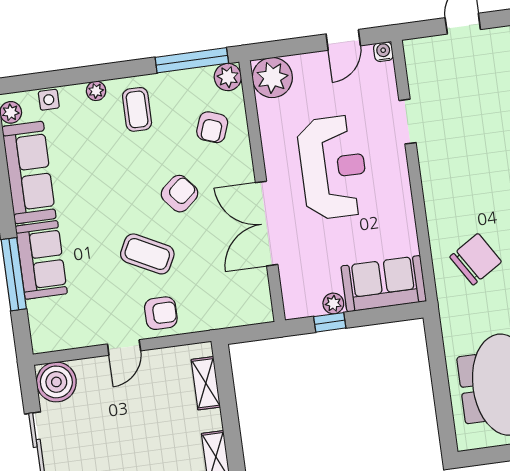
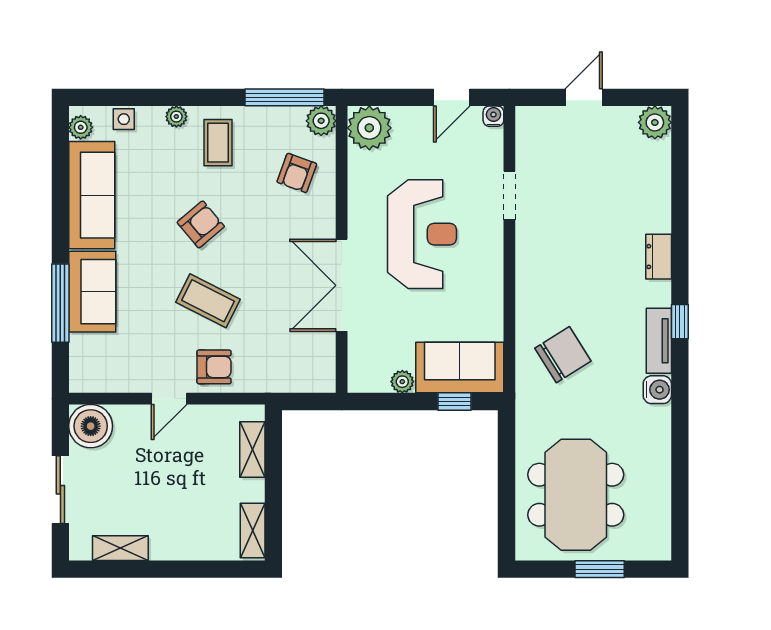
armchair: (180, 194) -> (201, 224), moved
window: (330, 322) -> (454, 401), moved

